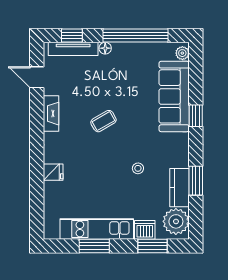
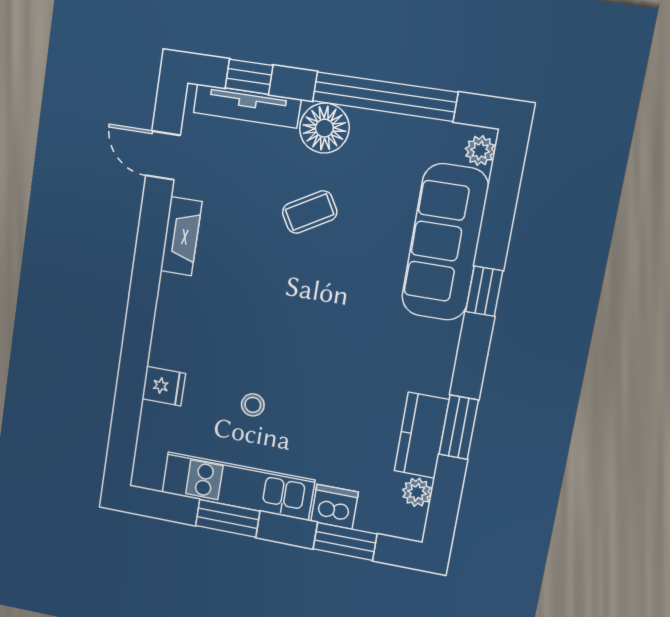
floor lamp: (105, 48) -> (324, 128), width x1.89, depth x1.89
coffee table: (103, 121) -> (310, 212), moved
stool: (138, 168) -> (253, 405), moved
fridge: (53, 172) -> (164, 386), moved
plant: (176, 221) -> (417, 492), width x0.53, depth x0.53

